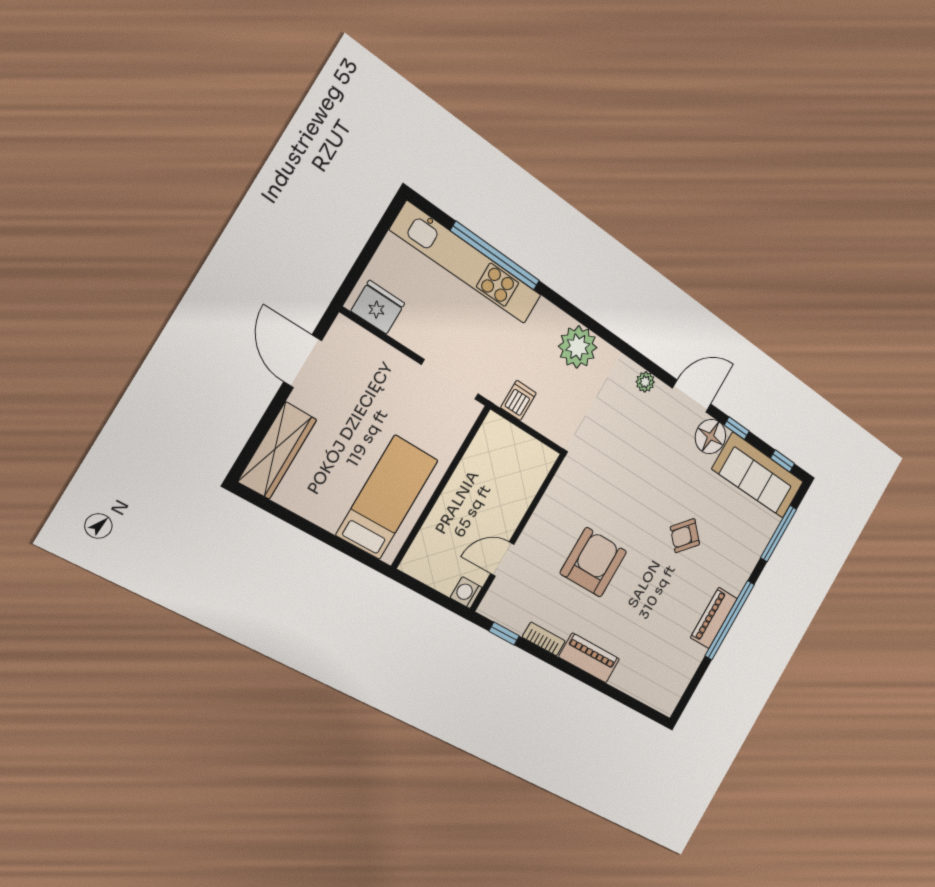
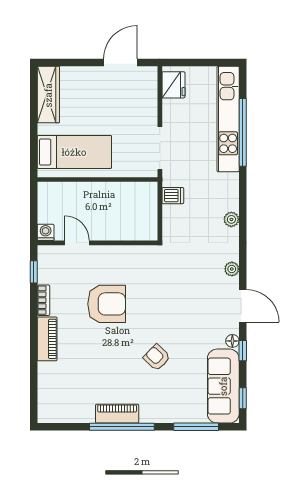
plant: (578, 347) -> (231, 219), width x0.53, depth x0.53
floor lamp: (710, 437) -> (232, 341), width x0.53, depth x0.53
wardrobe: (277, 450) -> (48, 95), moved, turned -90

